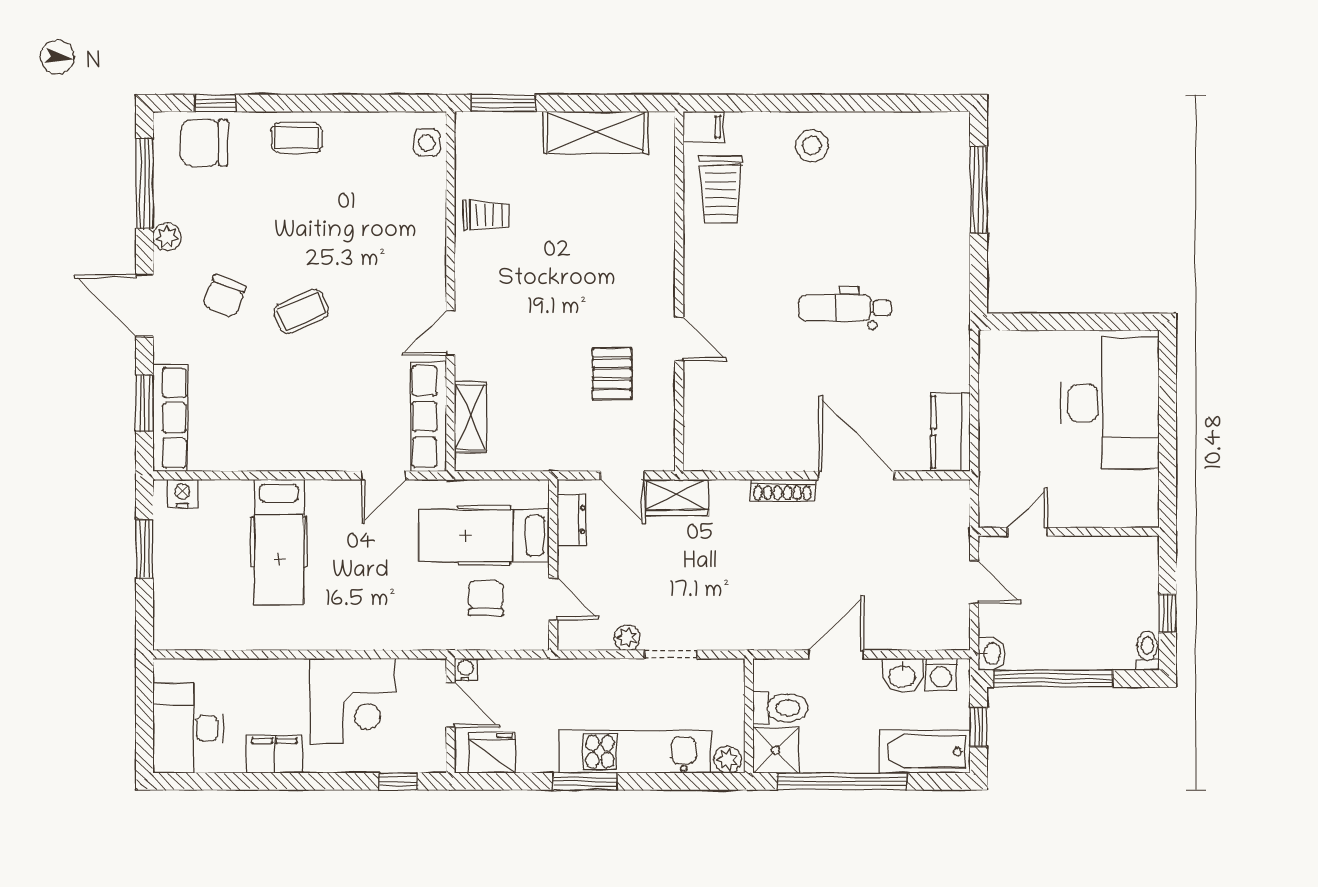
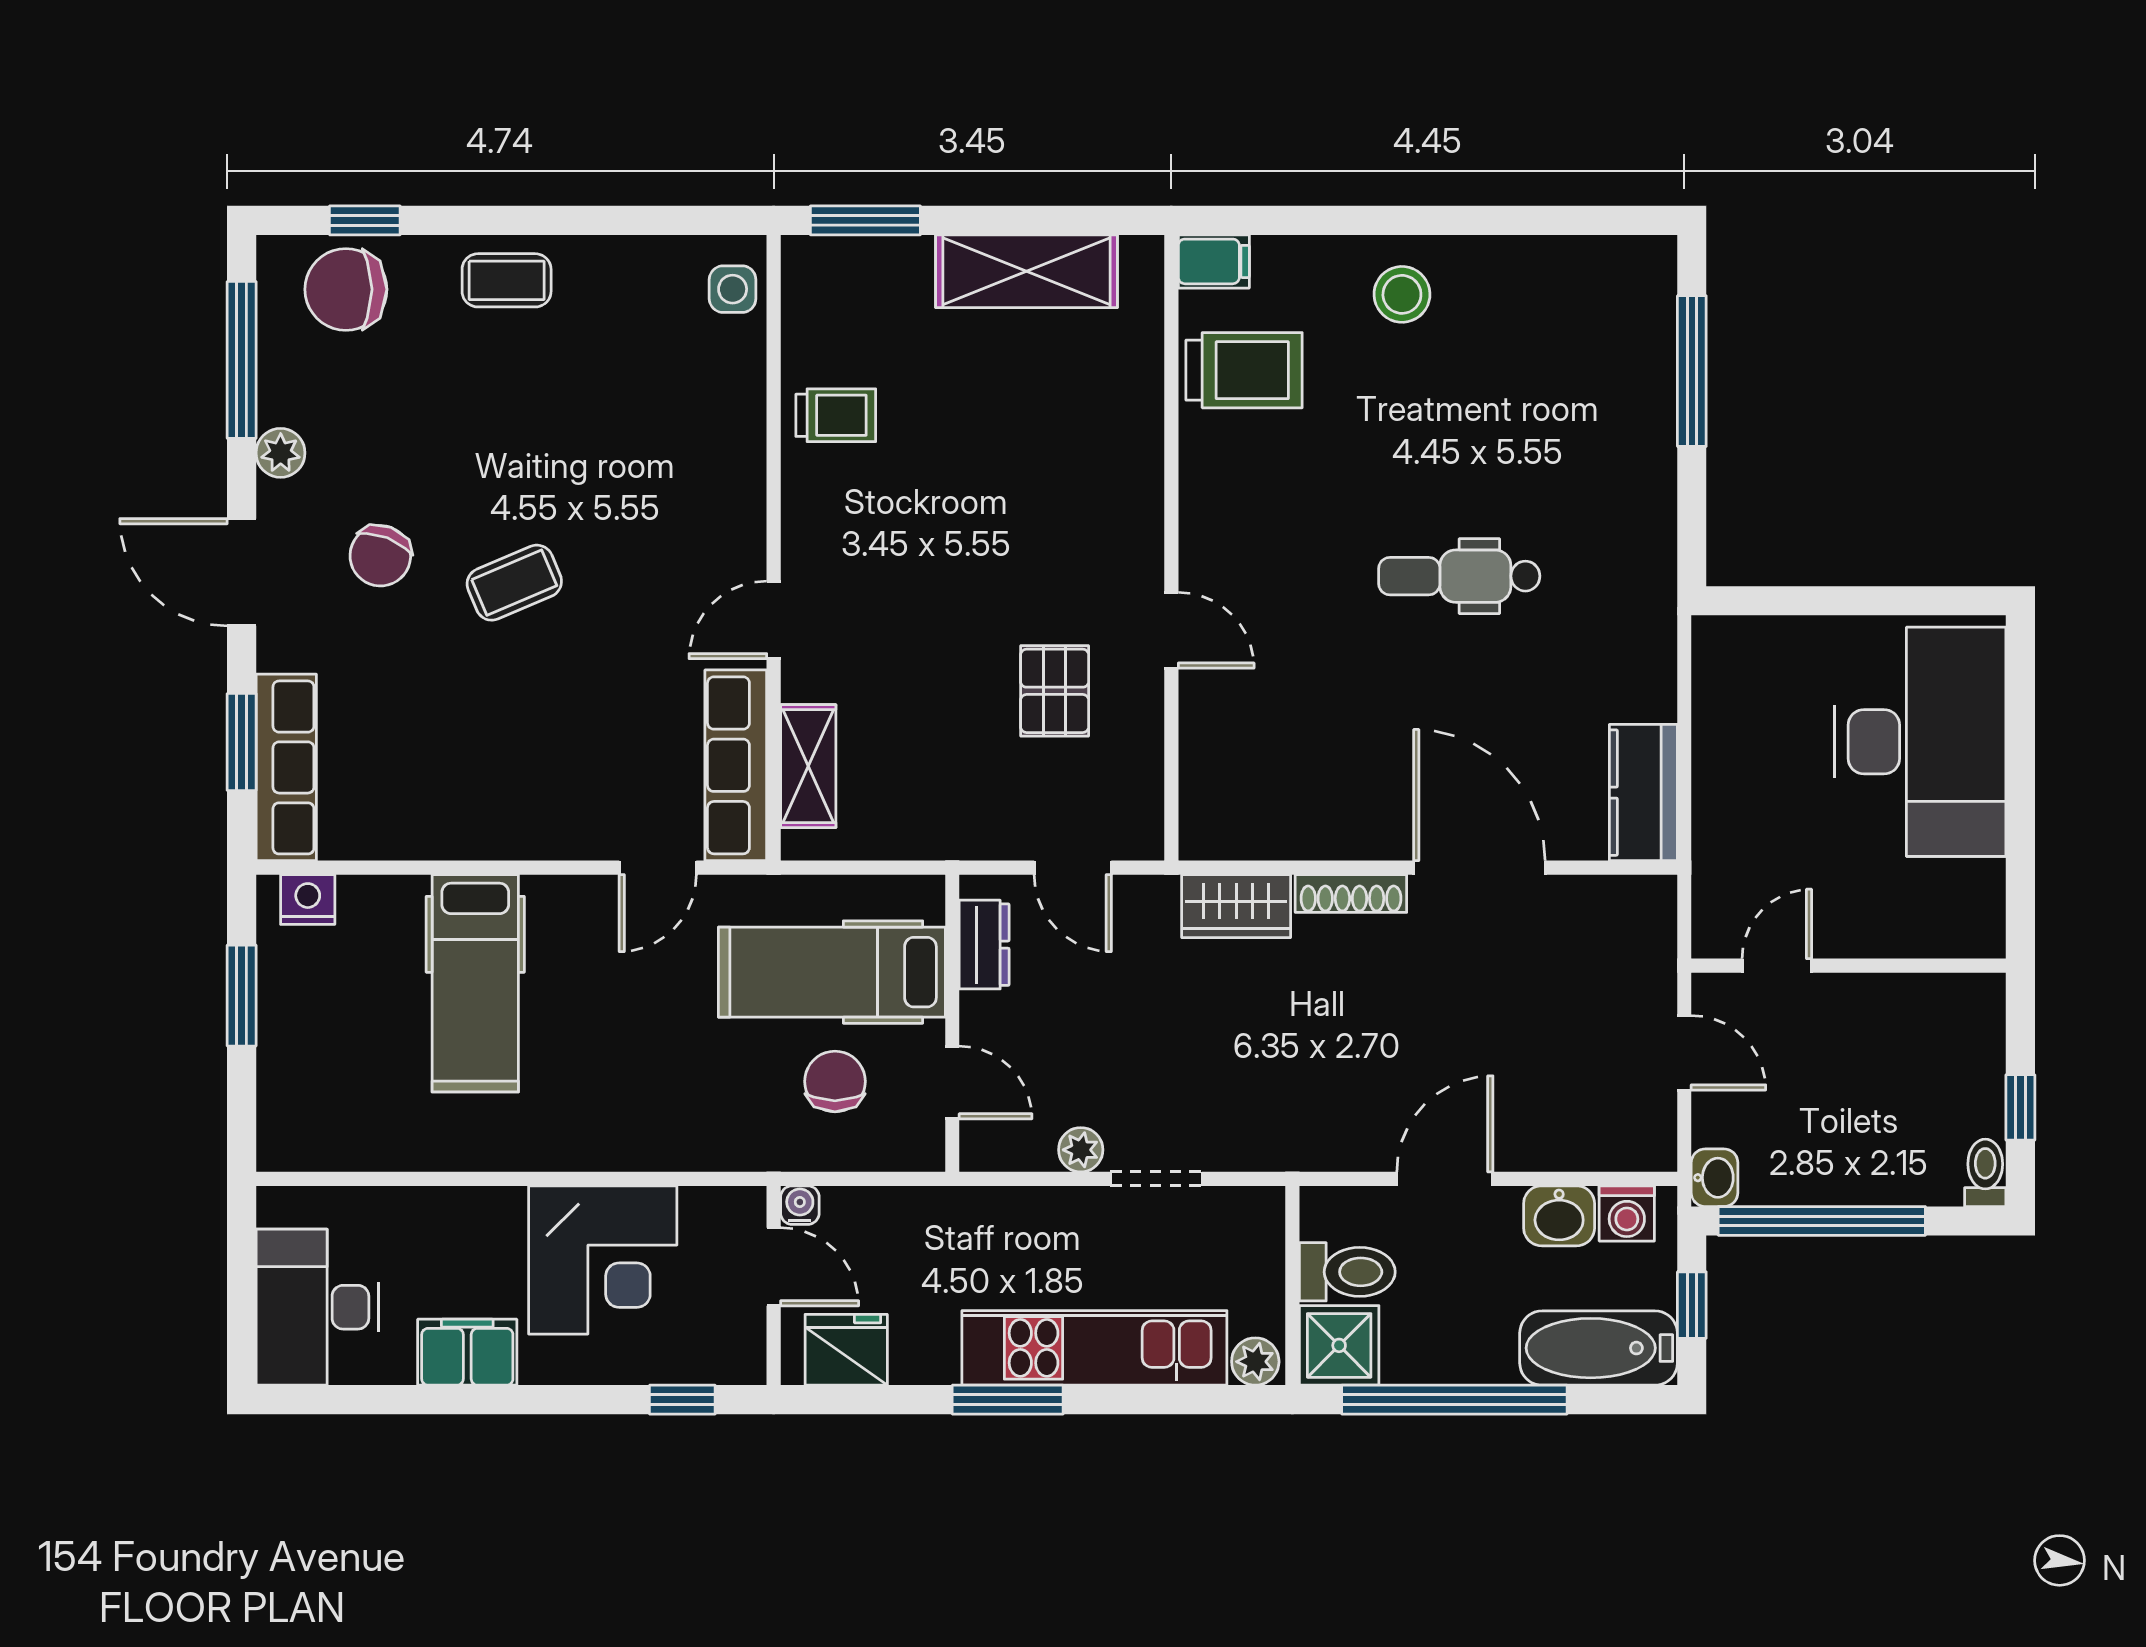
trolley: (721, 189) -> (1244, 370), turned -90
wardrobe: (677, 498) -> (1236, 906), moved

